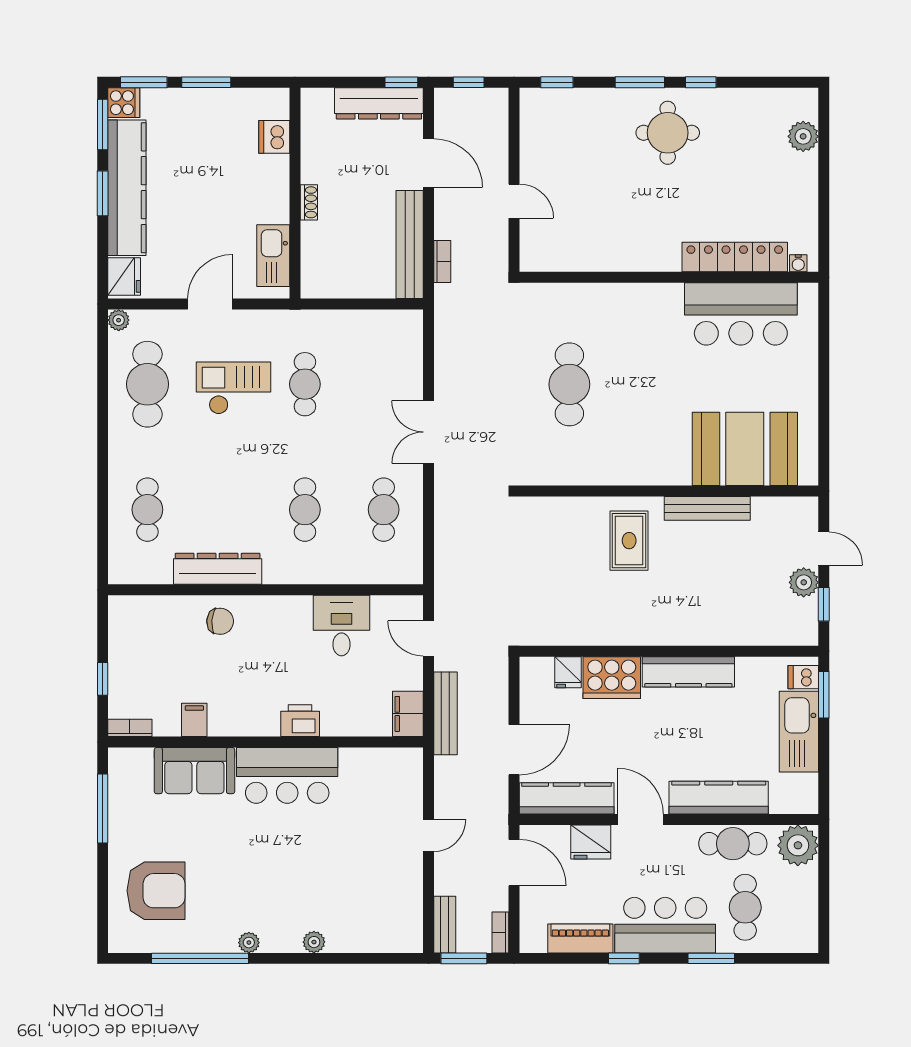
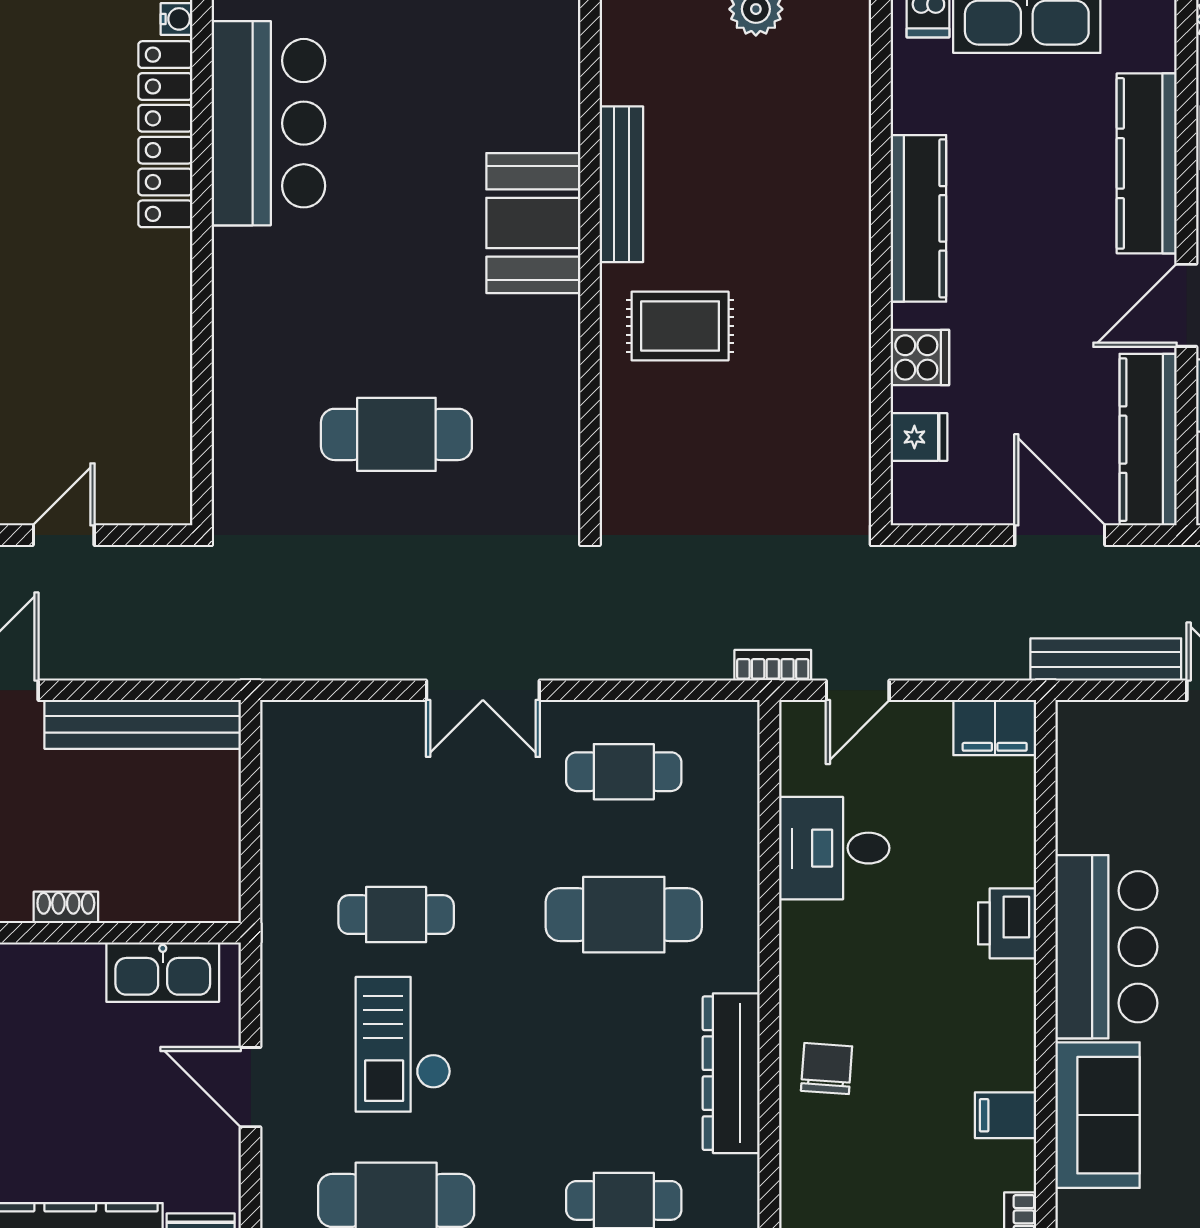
bookcase: (442, 262) -> (773, 665), moved
booth: (745, 449) -> (533, 223), moved, width x0.73, depth x0.70
cafe table: (305, 510) -> (624, 915), width x1.37, depth x1.35
cooker: (612, 678) -> (920, 357), width x0.53, depth x0.76
bench: (445, 713) -> (1106, 659), moved

